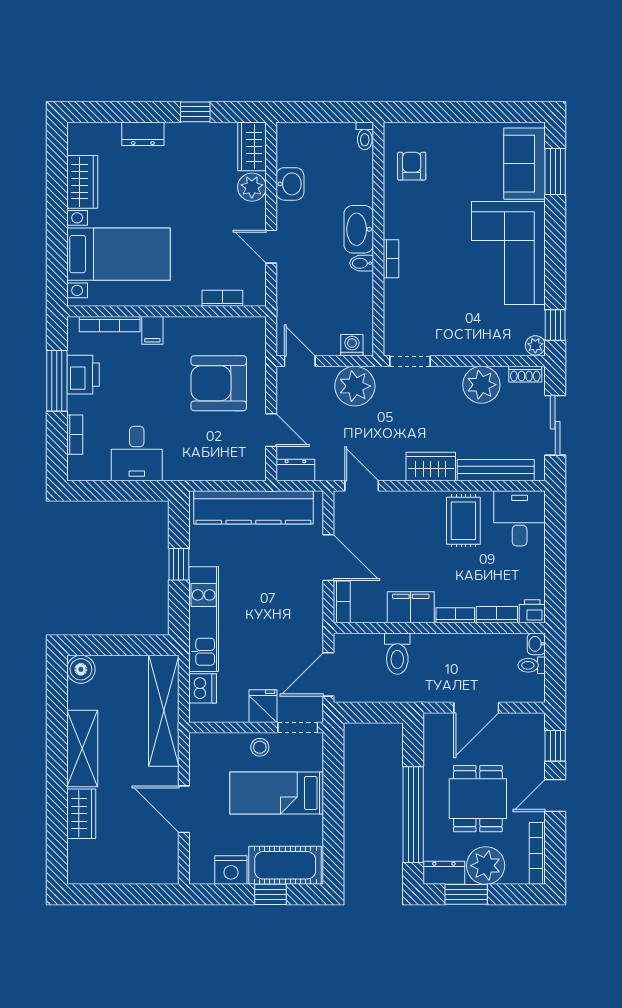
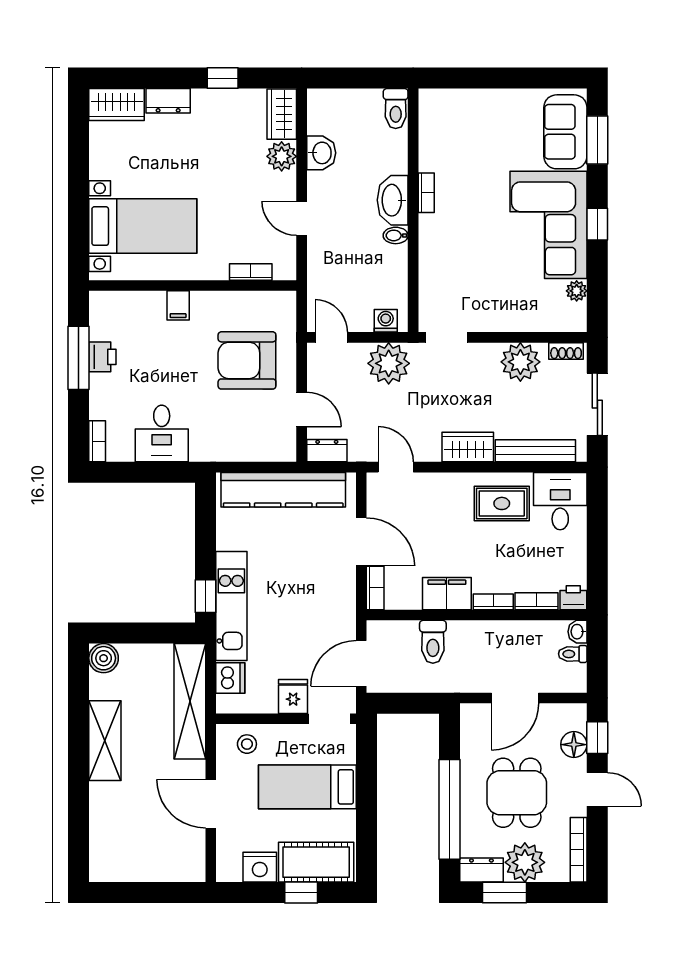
toilet: (365, 136) -> (396, 109), width x1.37, depth x1.39
armchair: (412, 166) -> (448, 134), removed
wardrobe: (82, 182) -> (117, 104), moved, turned 90
bookcase: (391, 259) -> (426, 193), moved
bookcase: (110, 324) -> (134, 299), removed
window: (555, 325) -> (597, 224), moved
plant: (535, 345) -> (577, 291), moved
printer: (83, 375) -> (102, 357), width x0.73, depth x0.81
bookcase: (75, 435) -> (97, 441), moved
rug: (463, 521) -> (502, 503), turned 90
window: (179, 564) -> (206, 596), moved
stool: (260, 747) -> (247, 744), moved
floor lamp: (533, 752) -> (574, 745), added
door: (555, 795) -> (597, 789), swing flipped
wardrobe: (81, 814) -> (104, 809), removed

